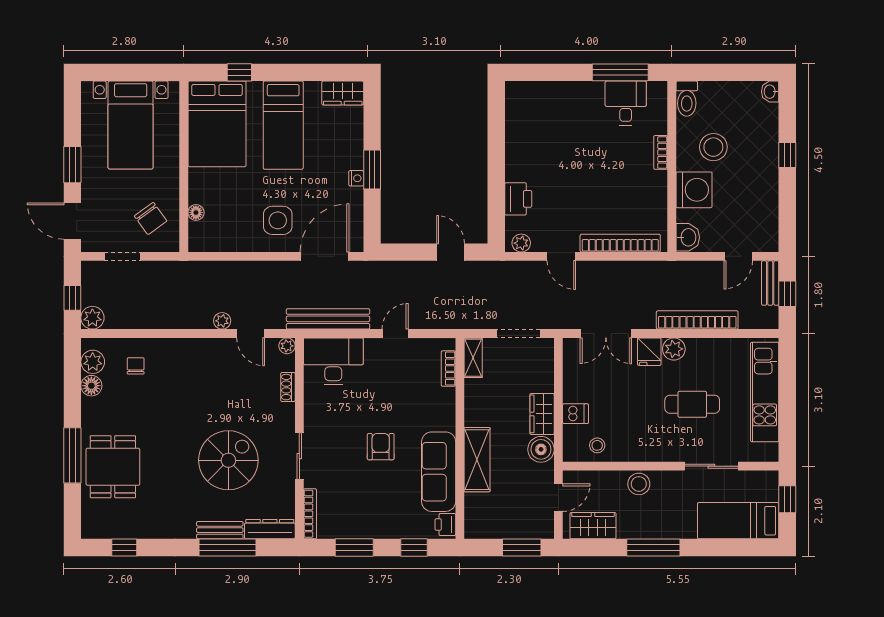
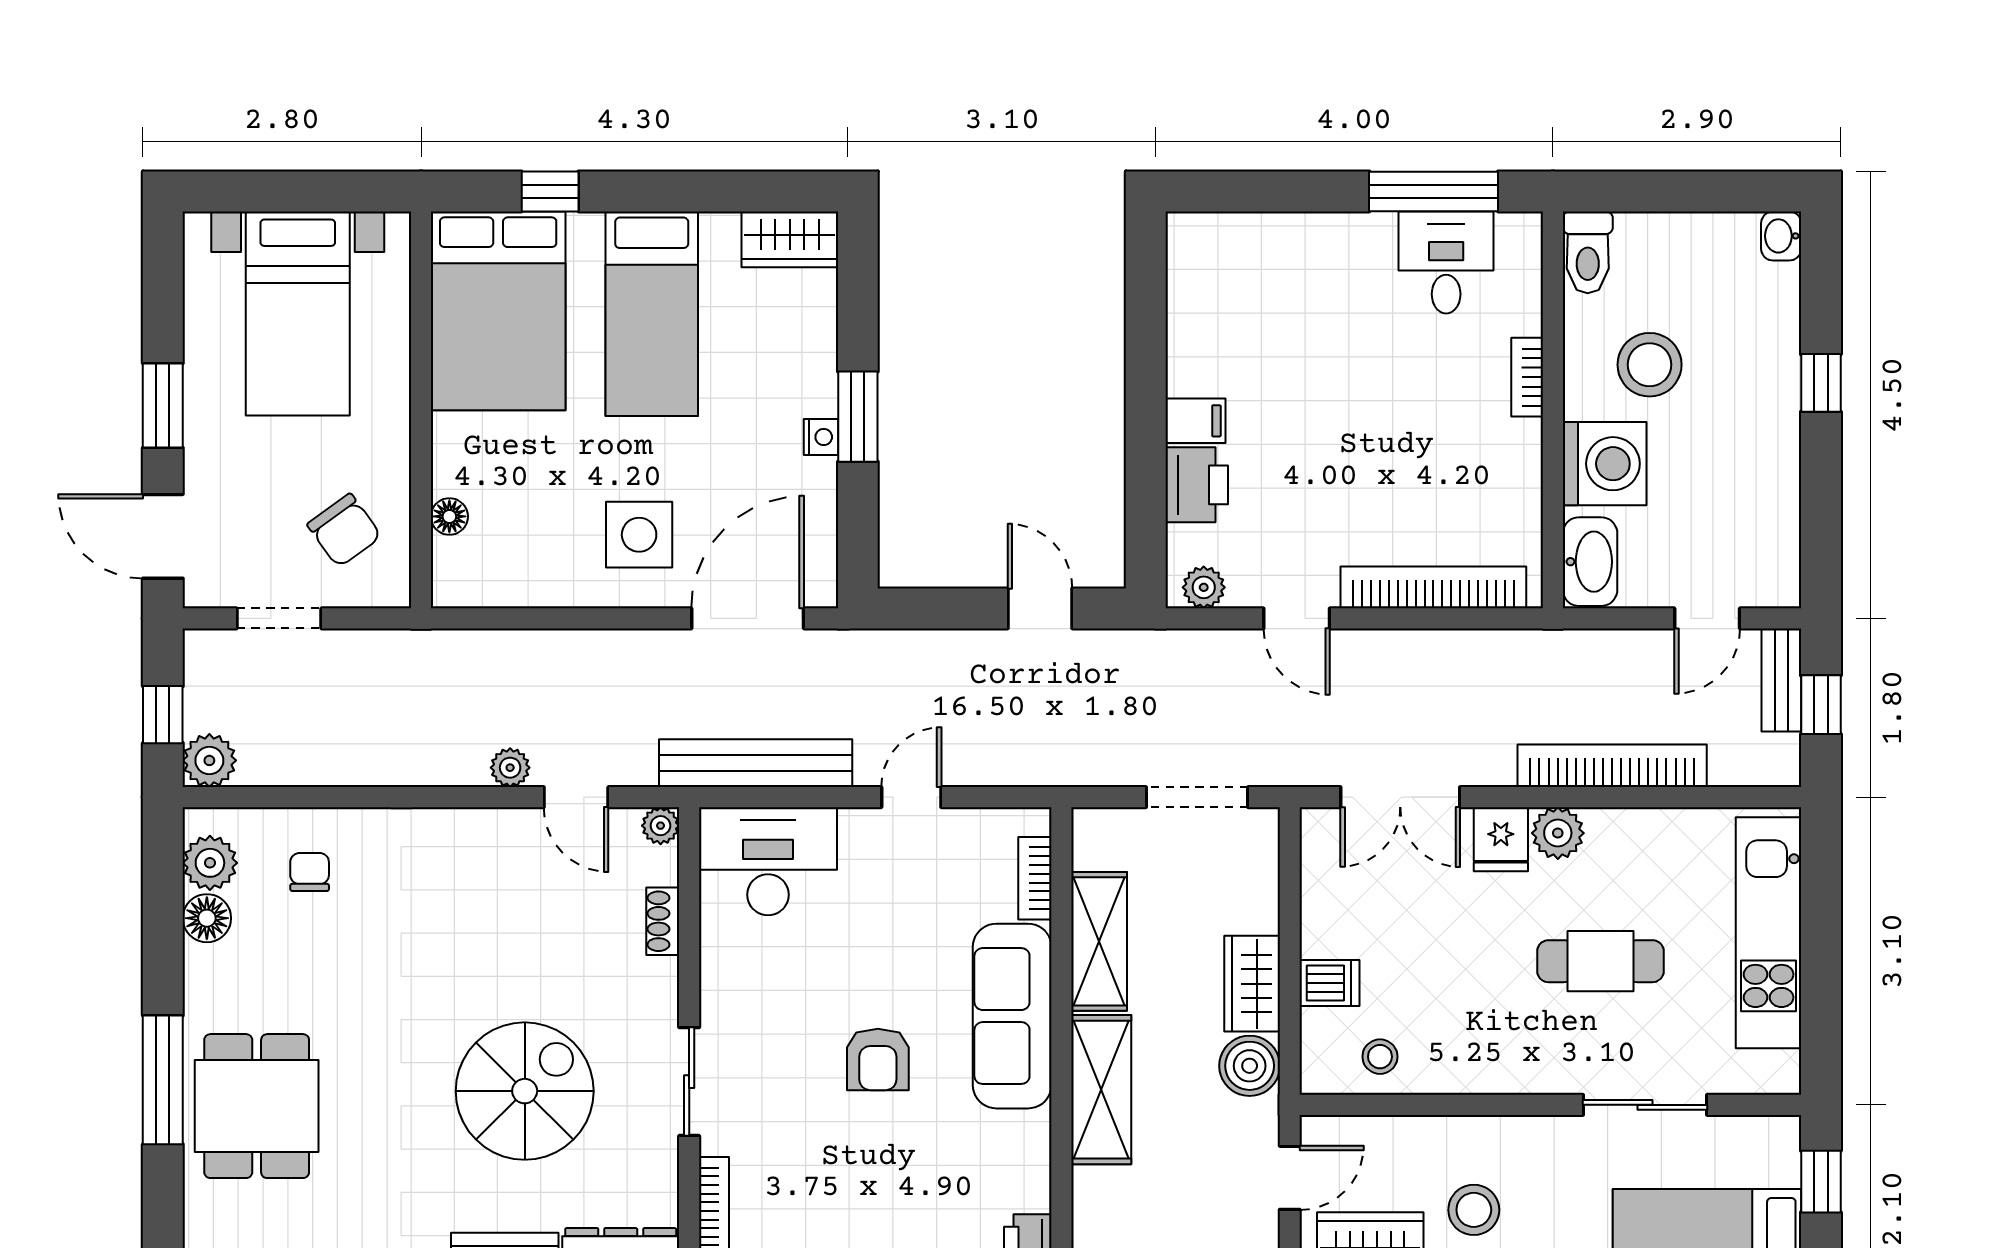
filing cabinet: (518, 171) -> (1196, 421), added
washbasin: (688, 237) -> (1590, 562), width x1.38
shelving: (473, 358) -> (1099, 941), moved, width x1.50, depth x1.33
armchair: (381, 447) -> (878, 1059), turned 180
sofa: (439, 472) -> (1012, 1016), moved
stool: (639, 484) -> (1474, 1210), moved

